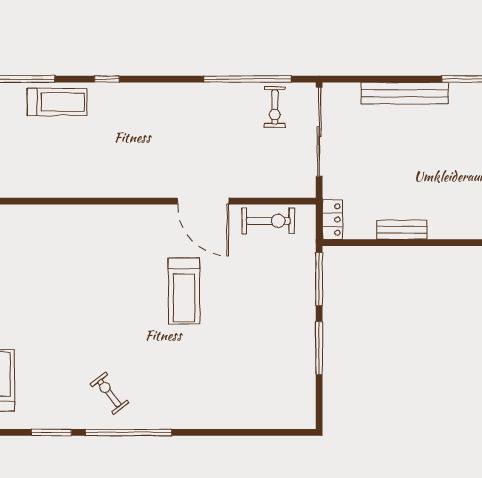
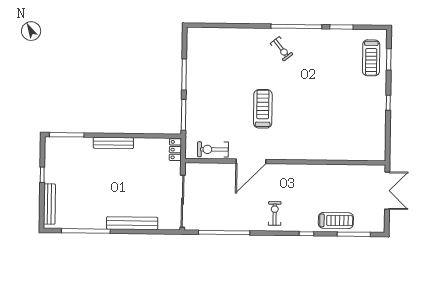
treadmill: (57, 102) -> (336, 221), turned 180
exercise bike: (275, 107) -> (275, 213), moved
door: (203, 201) -> (251, 161), swing flipped
bench: (402, 230) -> (113, 143), moved, width x1.36
exercise bike: (109, 393) -> (282, 49), moved

